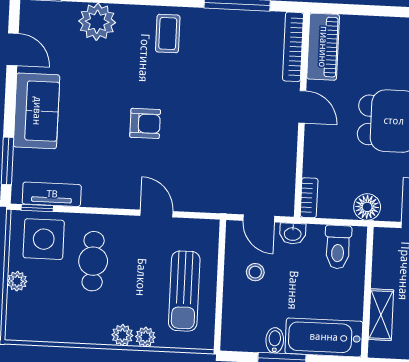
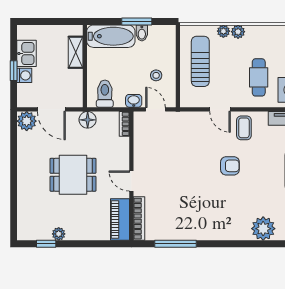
coffee table: (168, 34) -> (244, 128), moved
armchair: (145, 123) -> (230, 166), turned 180

